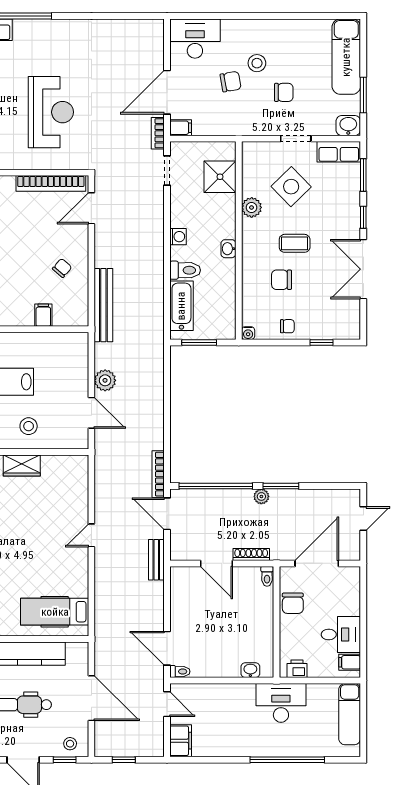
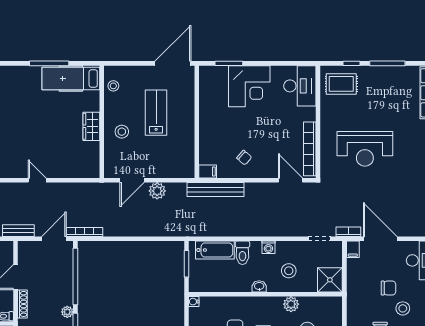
chair: (231, 82) -> (388, 288), turned -80
shower: (220, 177) -> (330, 280), moved
stool: (208, 210) -> (289, 271), added
filing cabinet: (43, 315) -> (208, 172), moved

